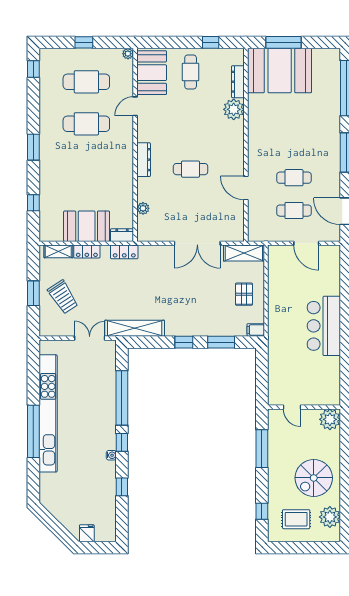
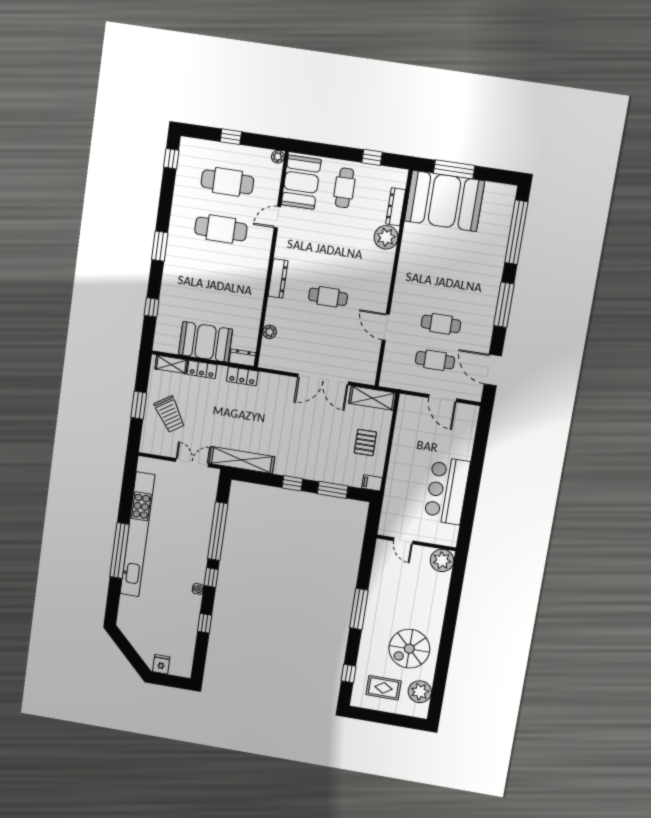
door: (292, 407) -> (403, 541), moved
wall: (304, 407) -> (416, 543), moved
plant: (330, 419) -> (442, 560), moved

